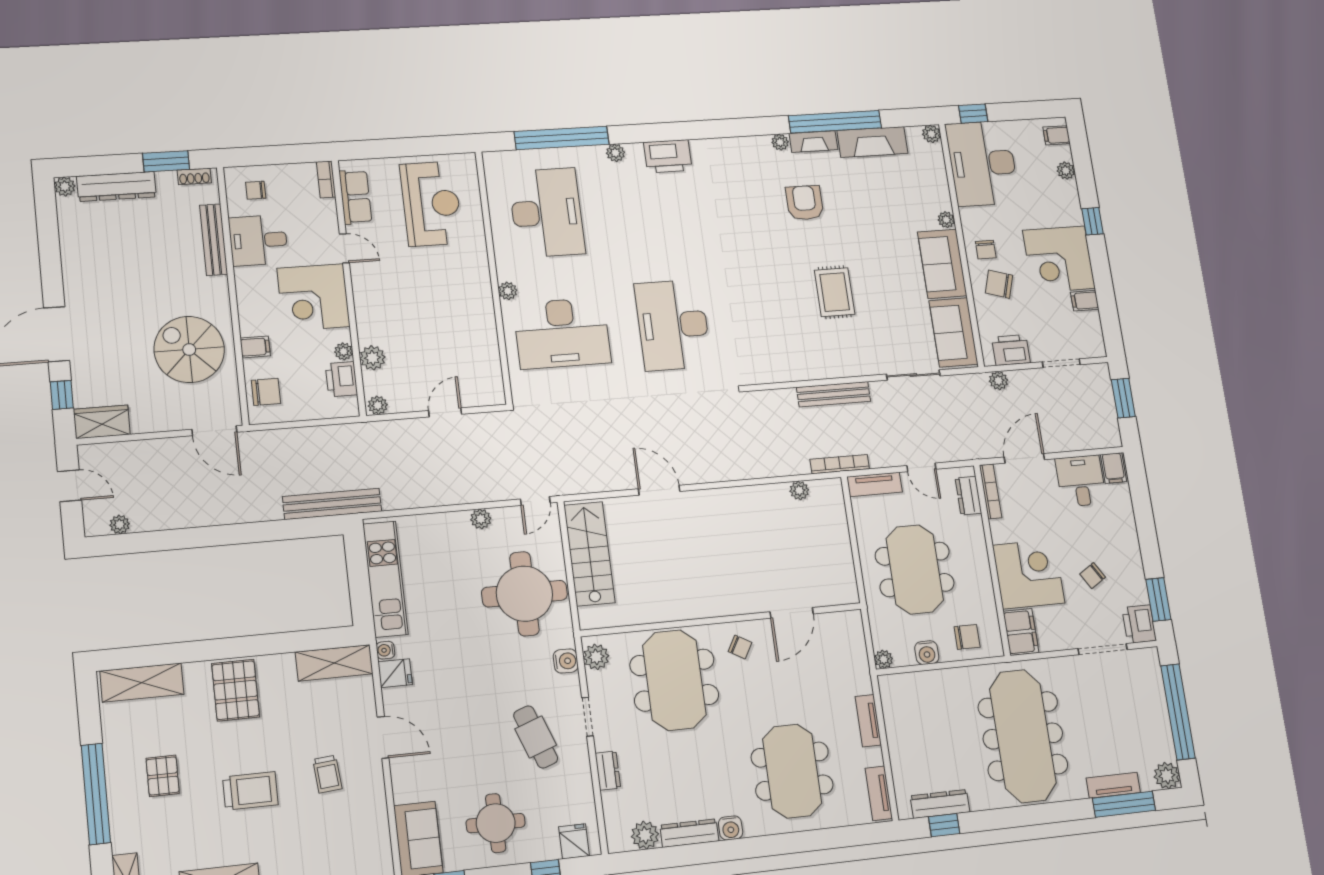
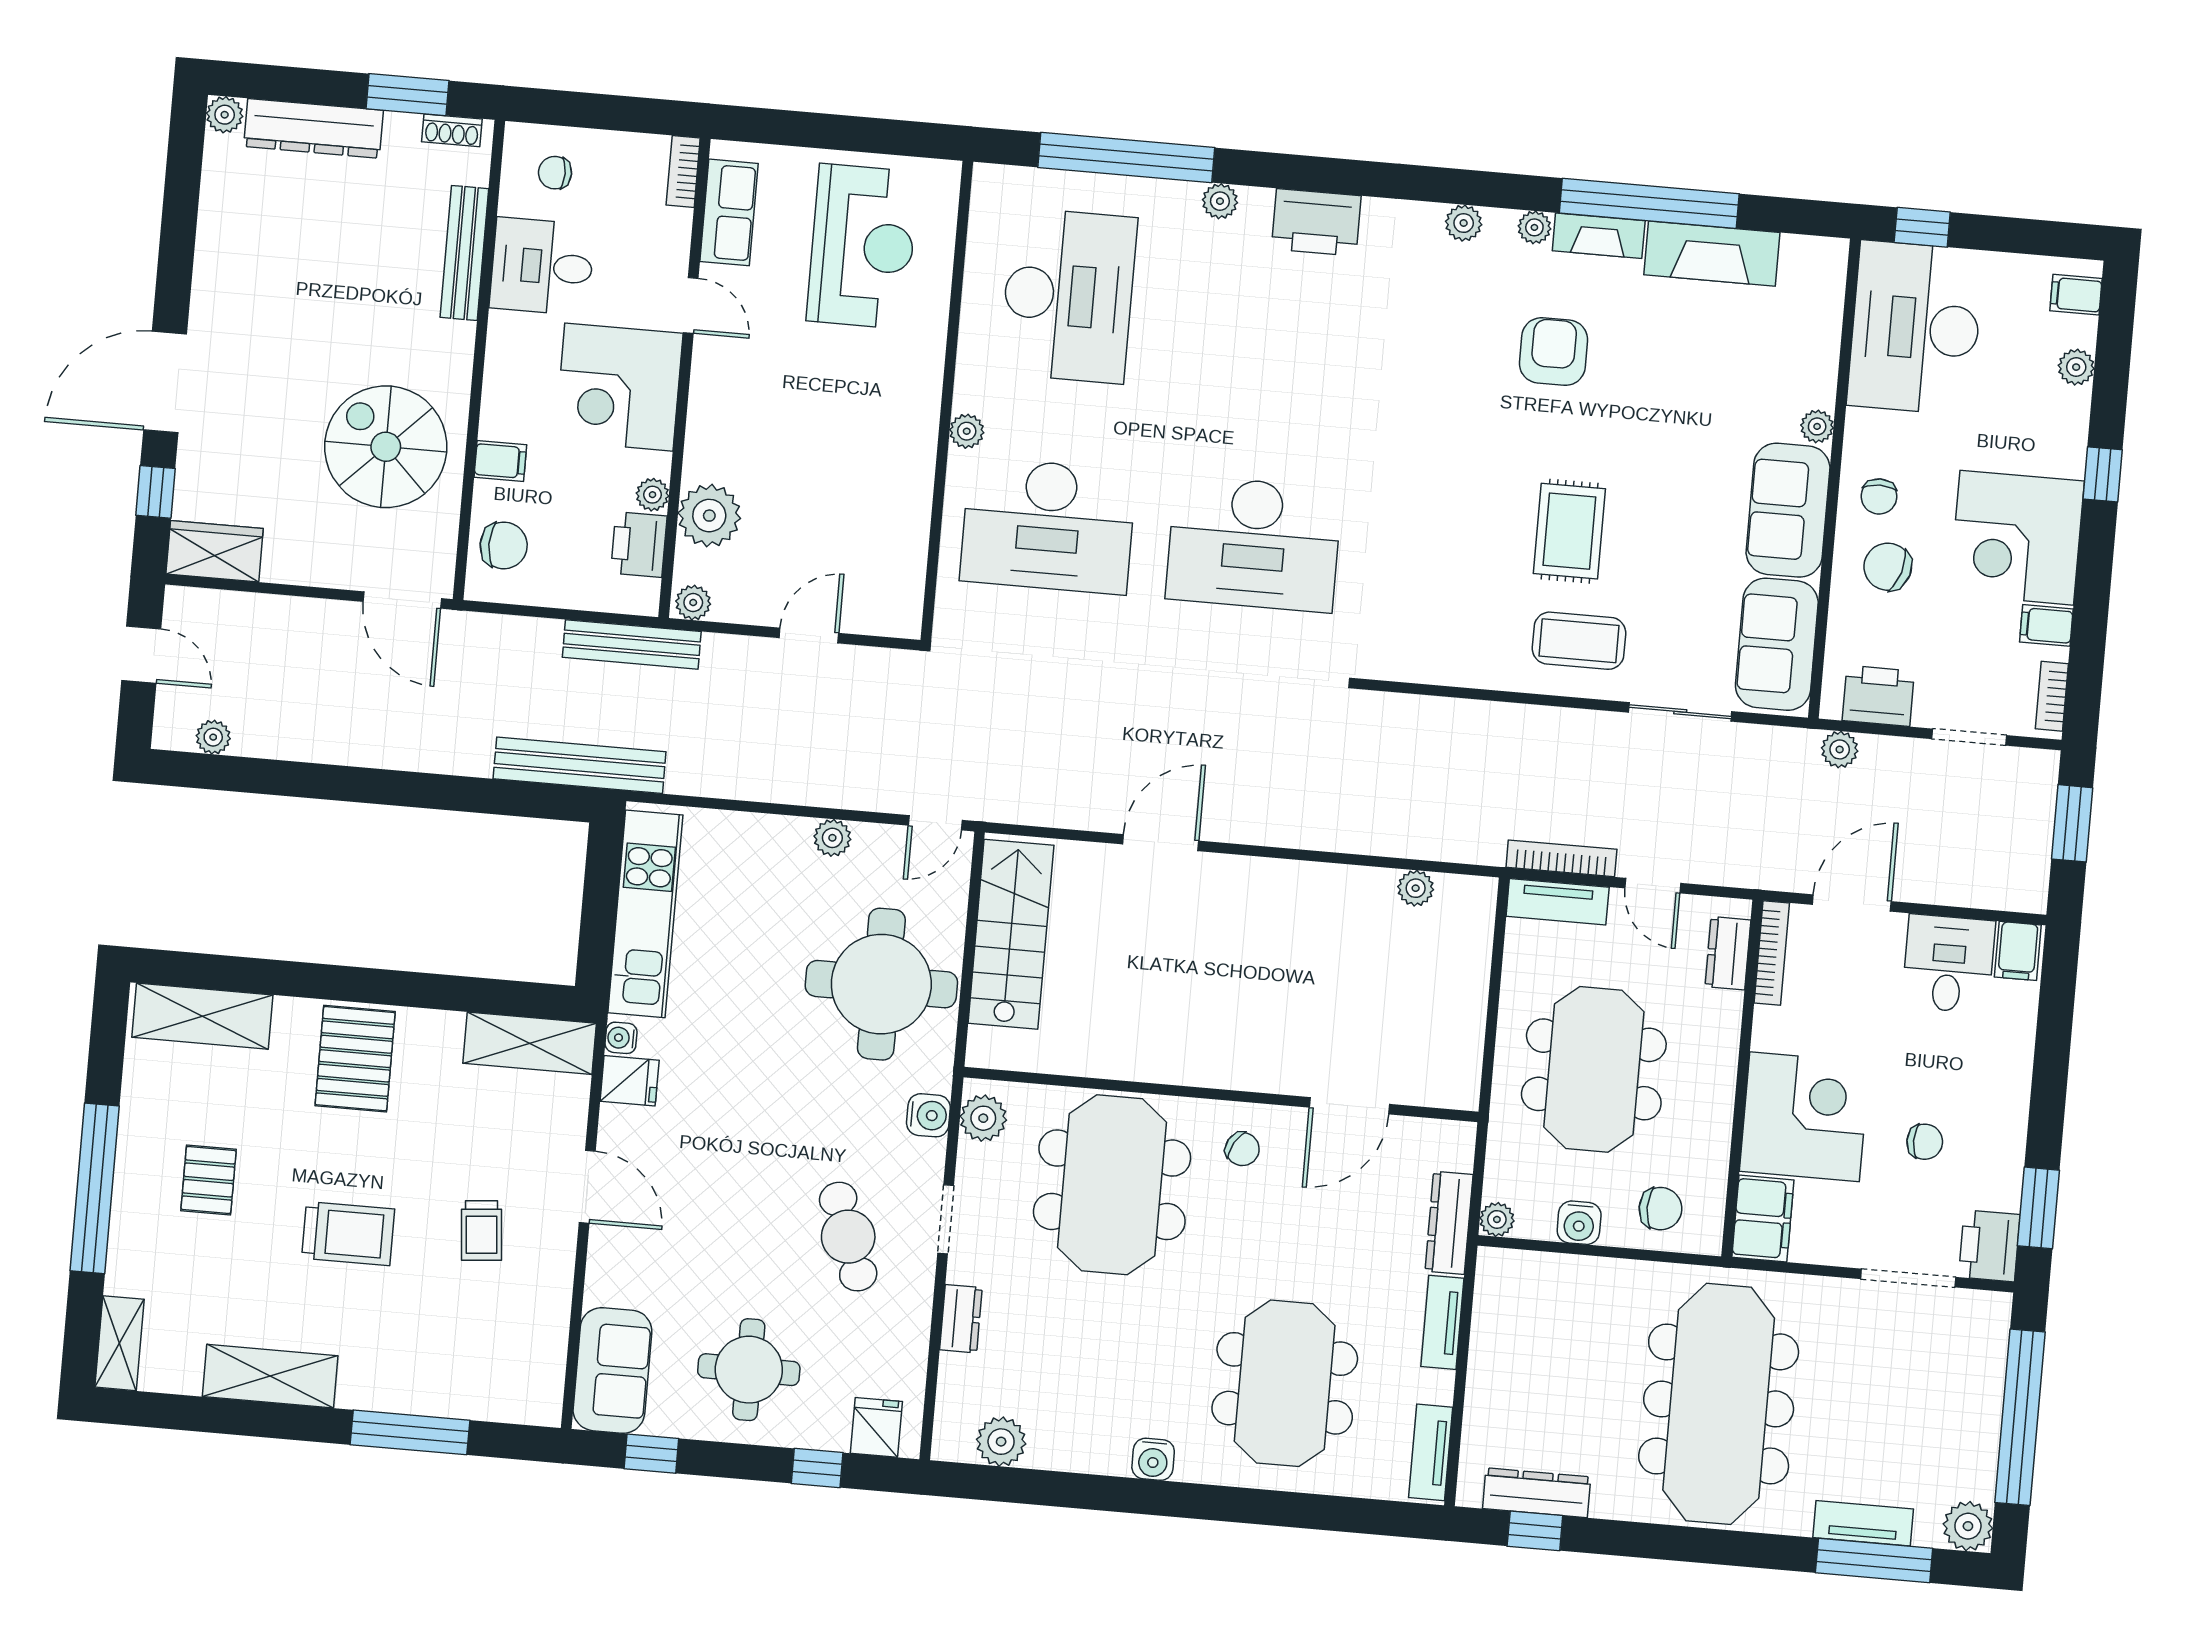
plant: (931, 134) -> (1464, 223), moved
desk: (673, 325) -> (1254, 544), turned -90
bookcase: (1097, 336) -> (2052, 696), added
coffee table: (853, 347) -> (1579, 641), added
plant: (372, 358) -> (709, 516), width x1.36, depth x1.36
bench: (834, 394) -> (632, 644), moved
bookcase: (840, 464) -> (1561, 858), moved
door: (659, 490) -> (1161, 843), hinge flipped
chair: (1093, 576) -> (1925, 1142), turned -148
dresser: (689, 833) -> (1449, 1223), moved, turned -90

